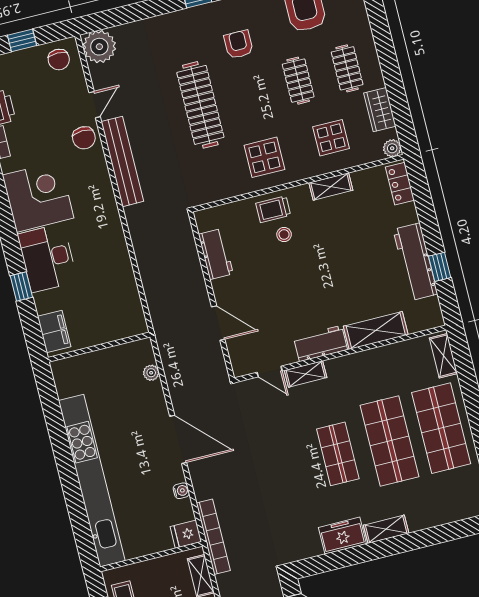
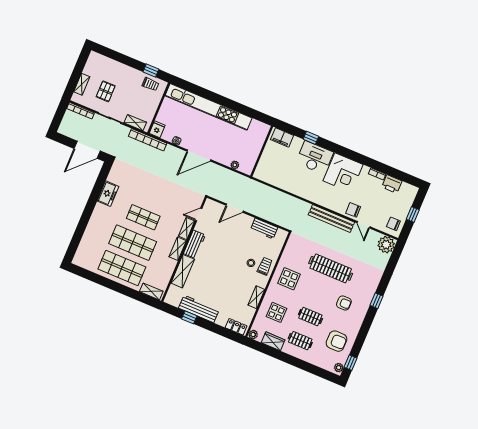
shelving: (386, 529) -> (178, 249), moved

